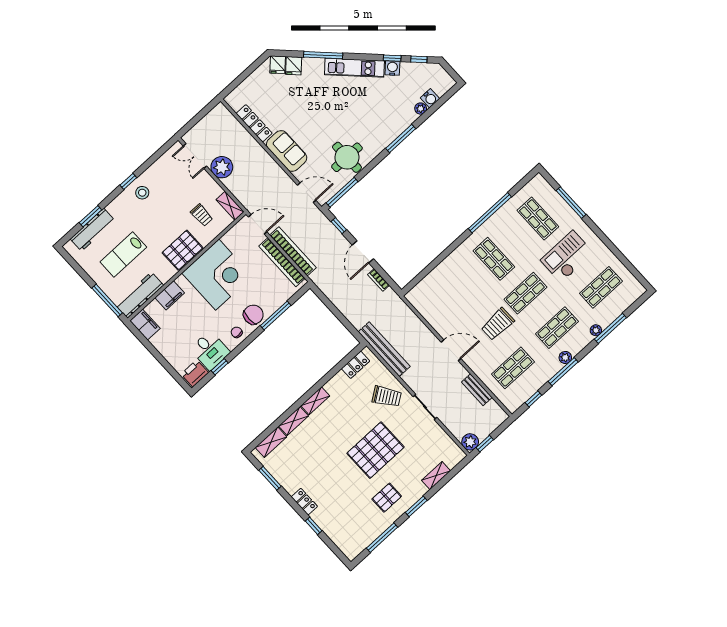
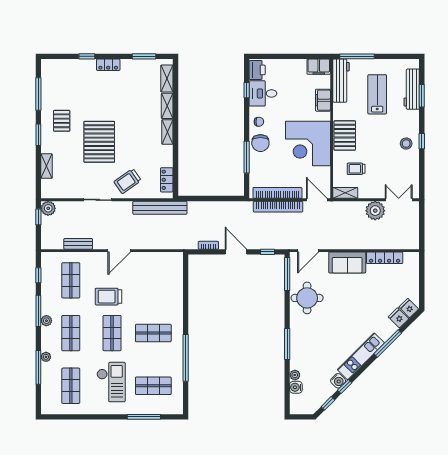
door: (258, 224) -> (317, 200), swing flipped
trolley: (498, 324) -> (108, 297), turned -89

